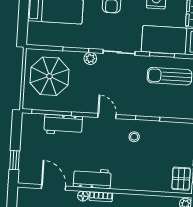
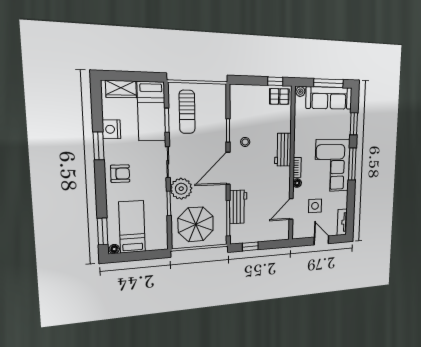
plant: (90, 58) -> (181, 189), width x1.87, depth x1.87
door: (107, 116) -> (228, 168), width x1.87
window: (15, 160) -> (250, 246), moved
workbench: (92, 178) -> (283, 150), moved

